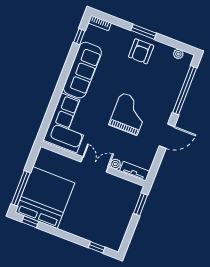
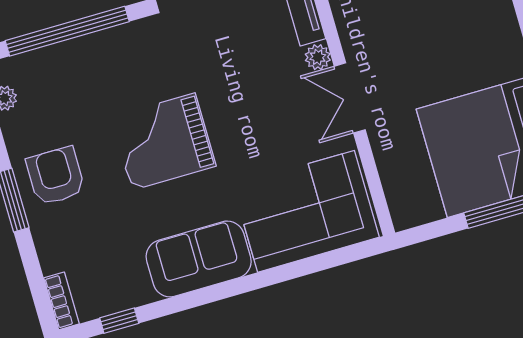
armchair: (141, 51) -> (56, 176), turned -90
sofa: (82, 70) -> (199, 259), width x0.73
grand piano: (129, 114) -> (163, 142), moved

